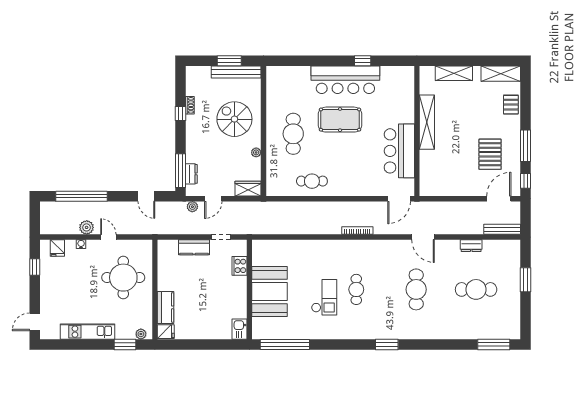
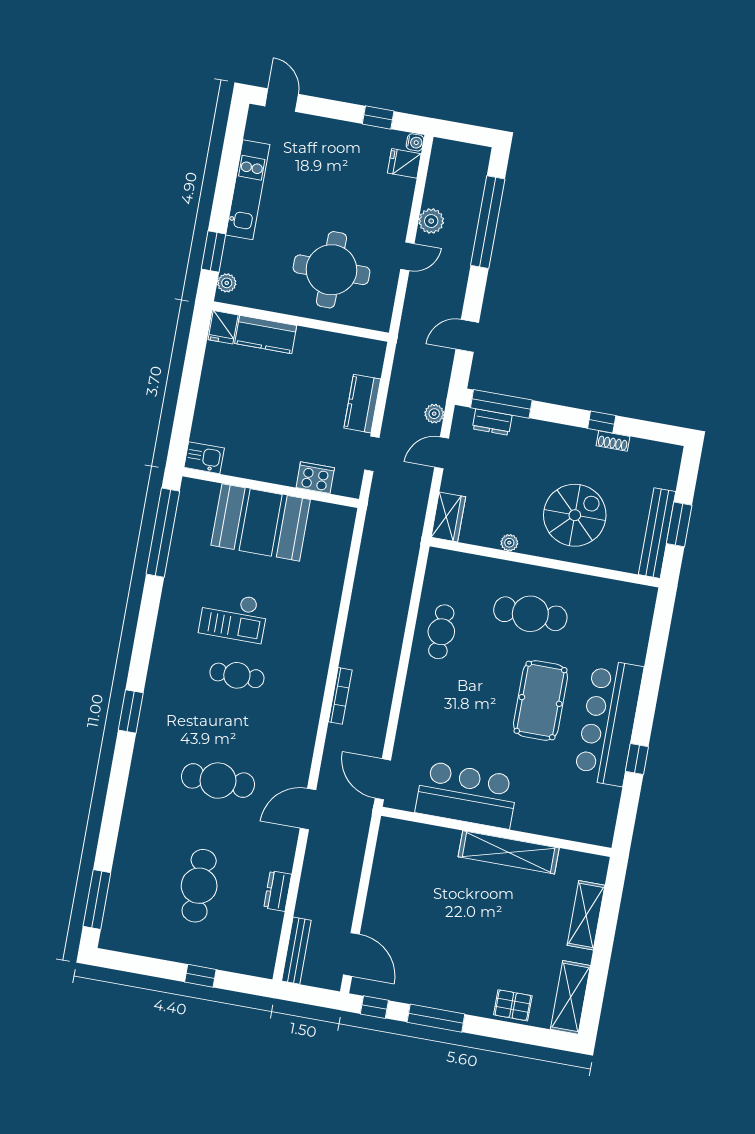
pallet: (490, 154) -> (432, 953), removed
door: (213, 199) -> (442, 453), hinge flipped
water cooler: (81, 244) -> (415, 142), moved
window: (526, 280) -> (200, 976), width x0.67

